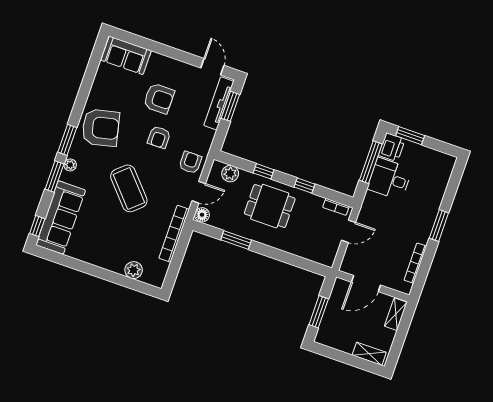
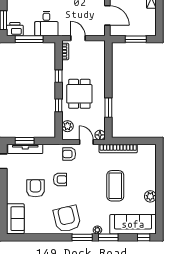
desk: (390, 179) -> (46, 23), moved
coffee table: (129, 188) -> (115, 186), moved, turned -48
plant: (134, 270) -> (150, 196), moved

